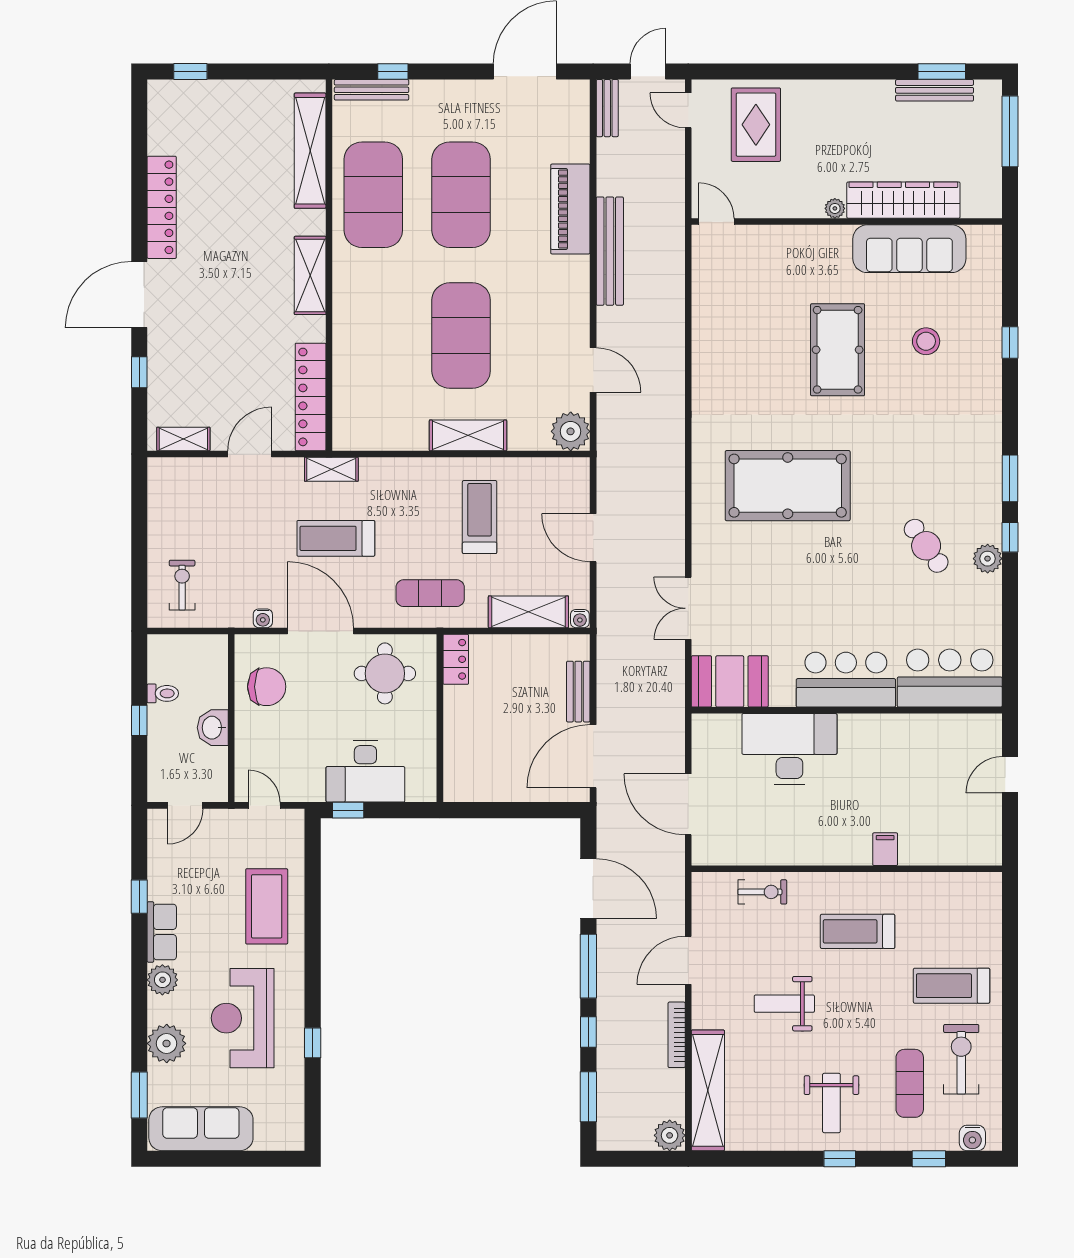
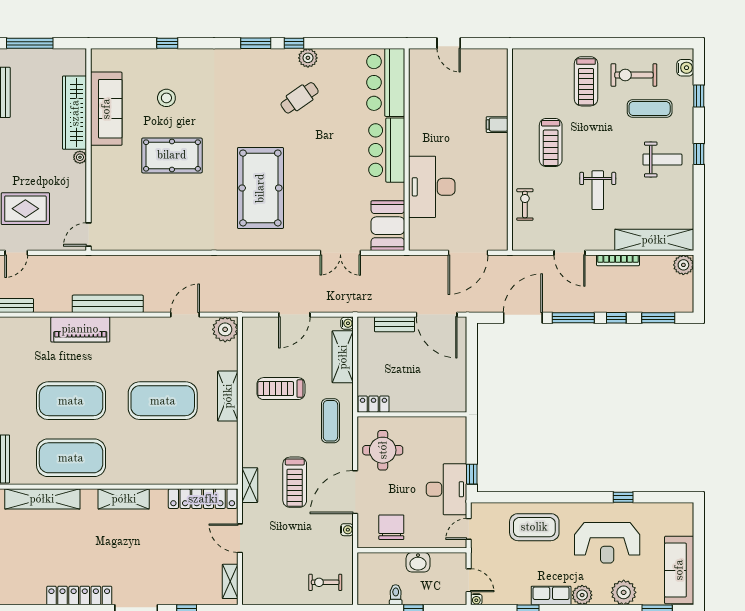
desk: (365, 771) -> (446, 489), moved
water cooler: (156, 817) -> (476, 599), added

